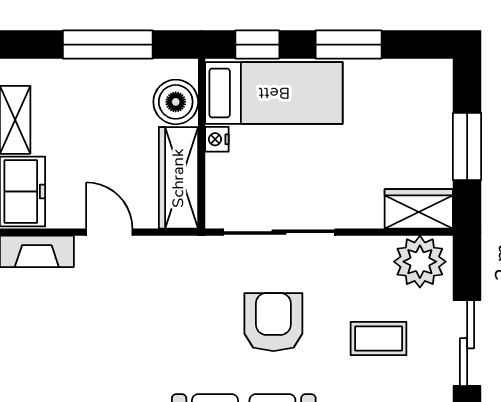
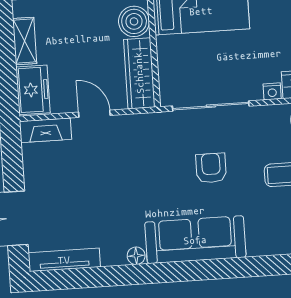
nightstand: (217, 139) -> (272, 91), moved, turned -90
armchair: (273, 322) -> (211, 168), width x0.72, depth x0.72

